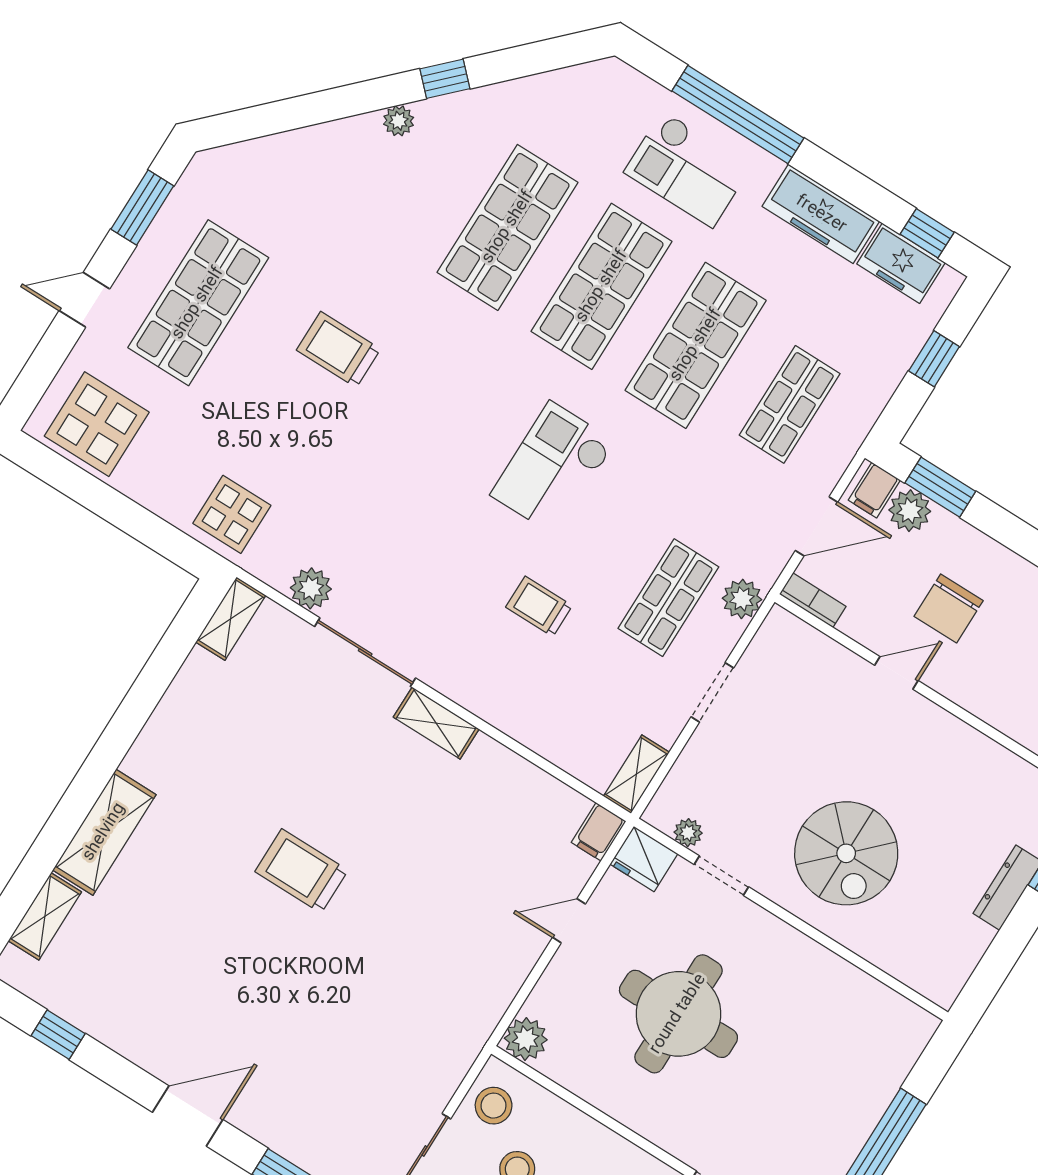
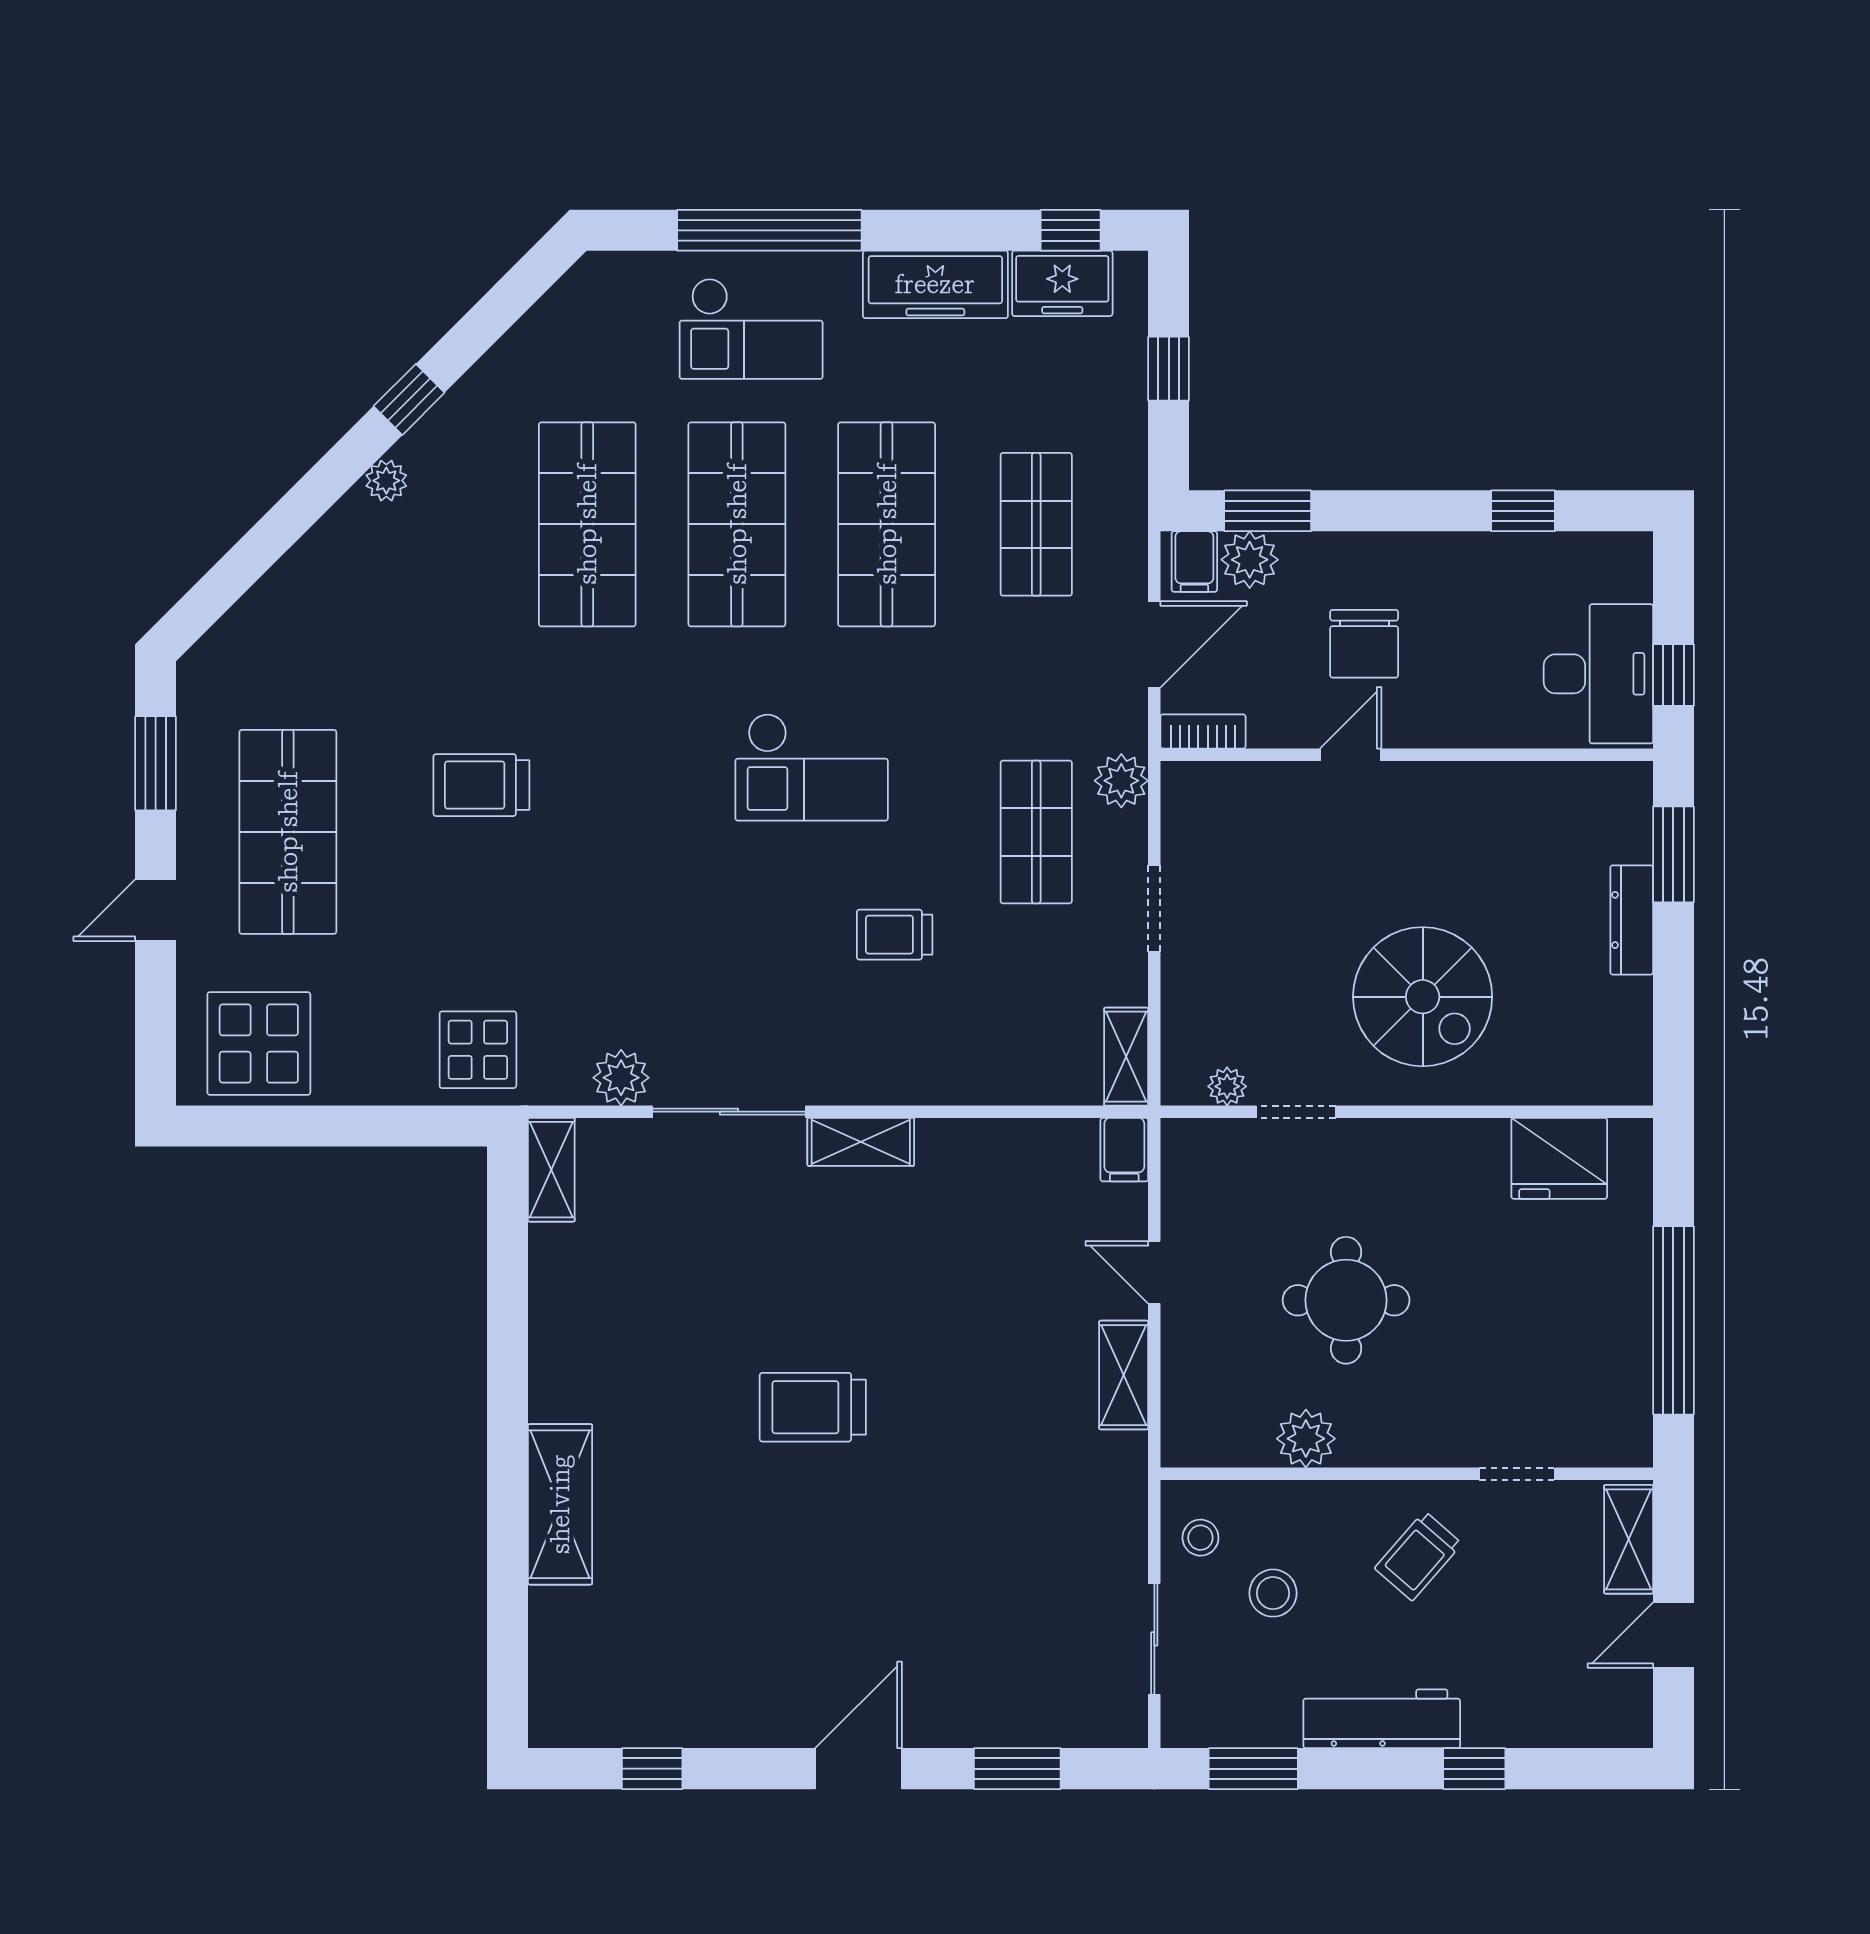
checkout: (553, 468) -> (812, 767), turned -90
fridge: (644, 859) -> (1559, 1158), moved, width x1.36, depth x1.34
shelving: (45, 916) -> (1124, 1375), moved
door: (569, 921) -> (1154, 1272), hinge flipped
round table: (678, 1014) -> (1346, 1300), width x0.73, depth x0.73
plant: (526, 1039) -> (1306, 1439), moved
stool: (494, 1106) -> (1200, 1538), width x0.73, depth x0.73

